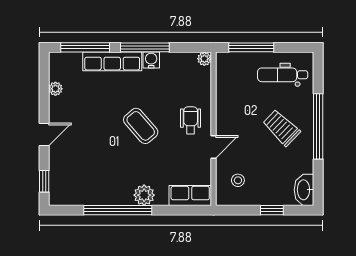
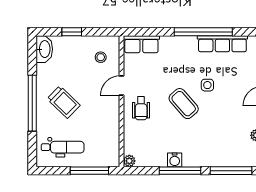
row of seats: (112, 61) -> (222, 44), moved, turned 180
side table: (113, 148) -> (207, 85), added
plant: (144, 195) -> (181, 45), removed

